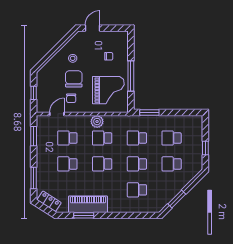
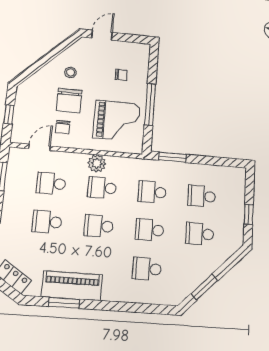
chair: (74, 79) -> (69, 100), turned 180

